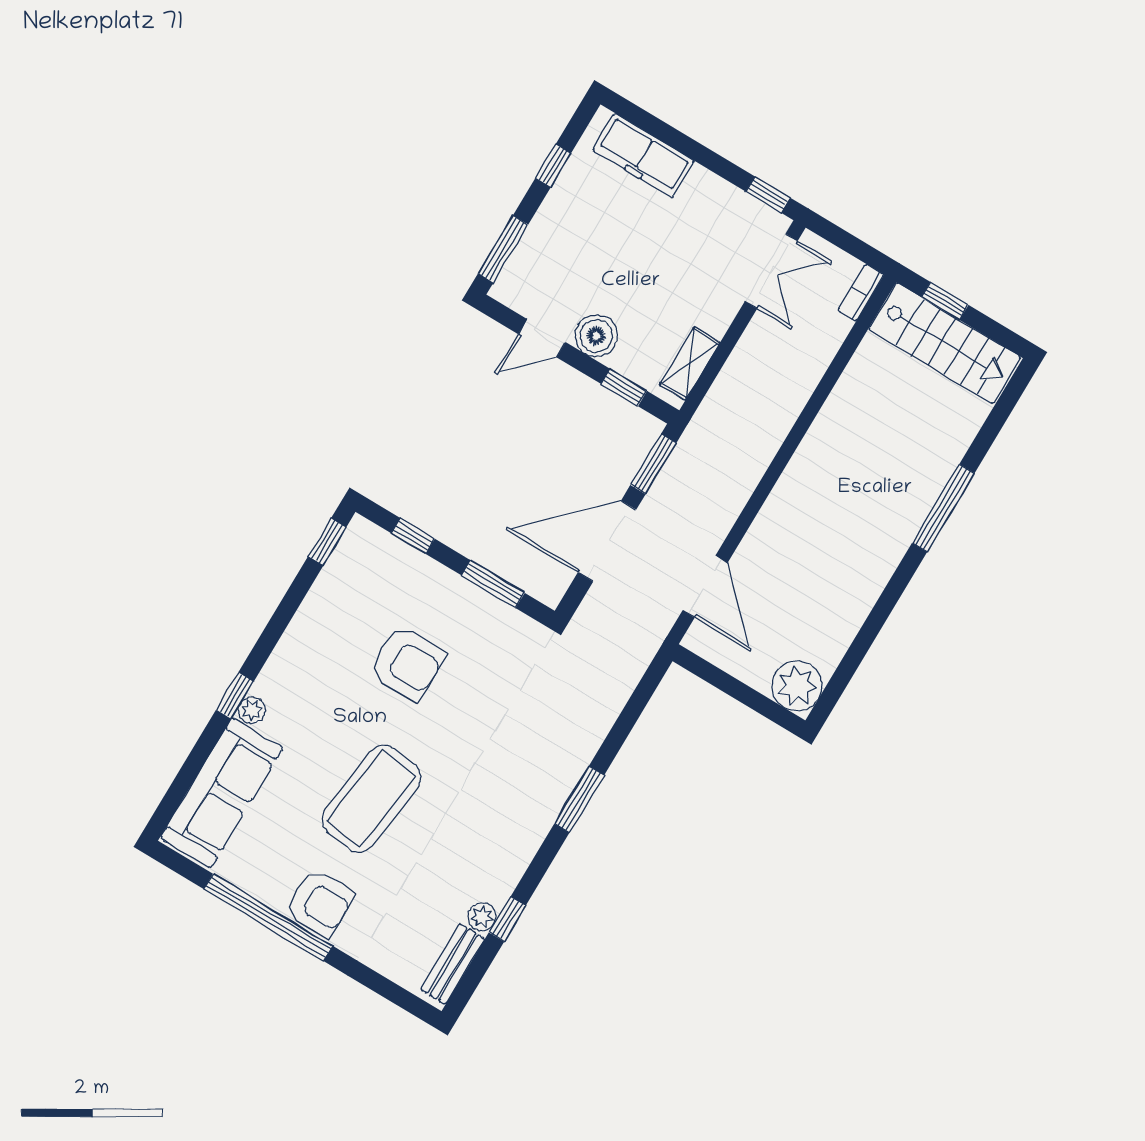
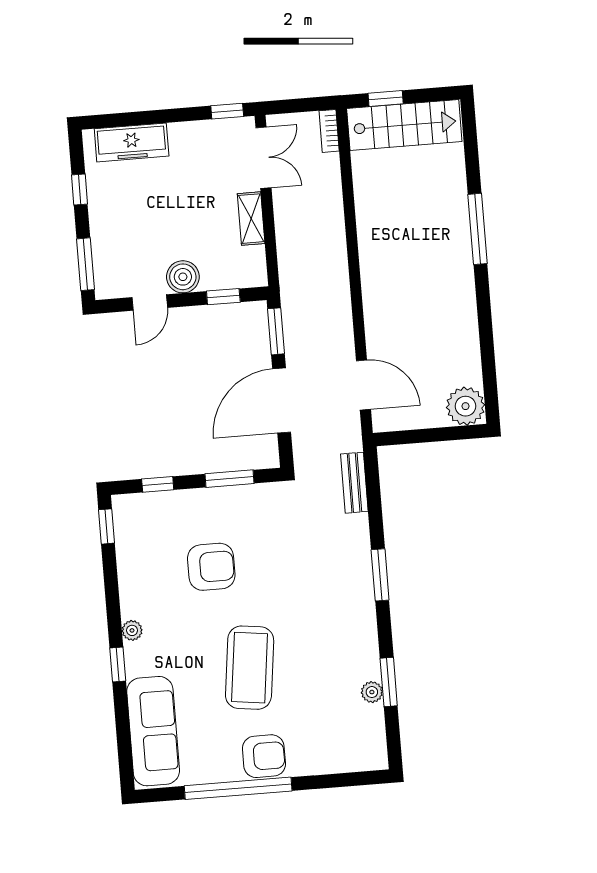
shelving: (690, 364) -> (251, 219), moved
plant: (252, 710) -> (132, 630), moved
window: (507, 919) -> (389, 682), width x1.50
bench: (453, 964) -> (354, 483), moved

